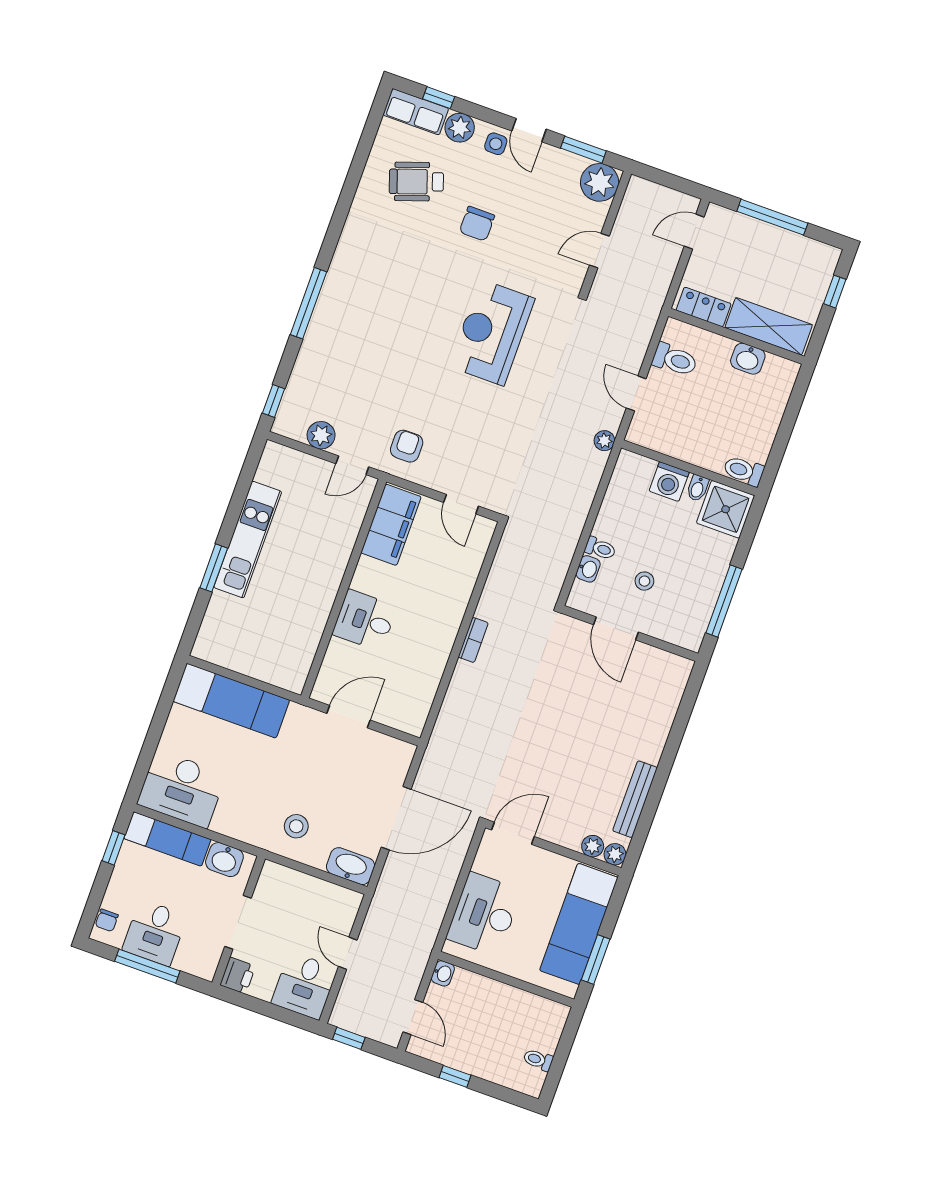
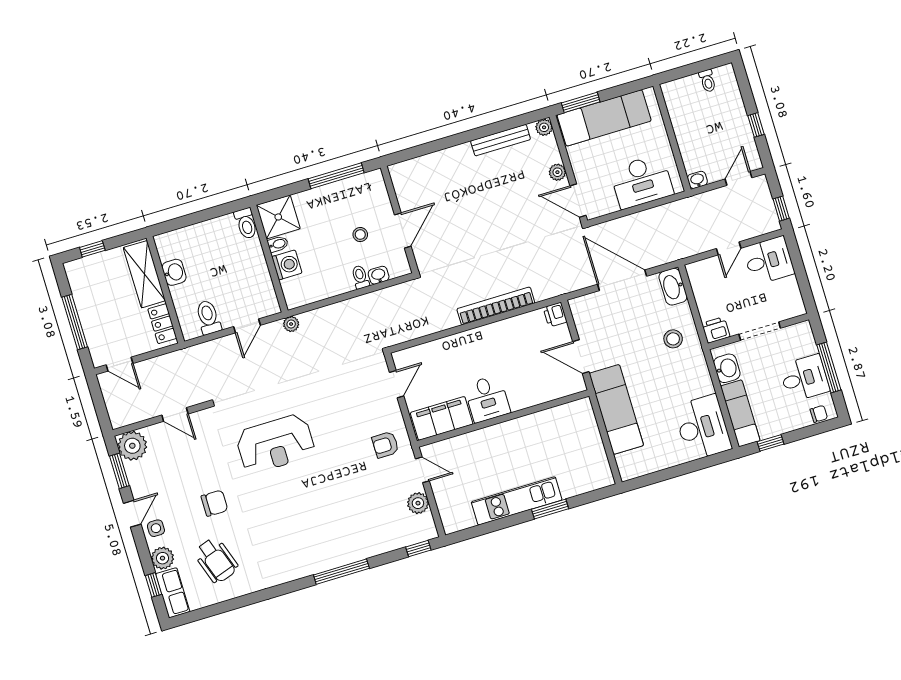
desk: (365, 620) -> (487, 399), moved
bookcase: (473, 640) -> (496, 306), width x2.31, depth x1.31
exam couch: (231, 701) -> (616, 409), moved
printer: (412, 722) -> (555, 315), added
plant: (593, 846) -> (557, 172), moved
window: (596, 960) -> (581, 102), moved
printer: (238, 976) -> (716, 330), moved

